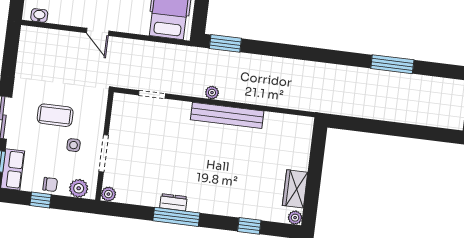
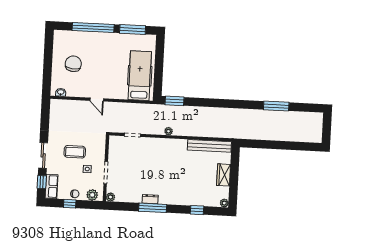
bench: (227, 115) -> (209, 146), moved
wardrobe: (295, 189) -> (224, 175), moved

